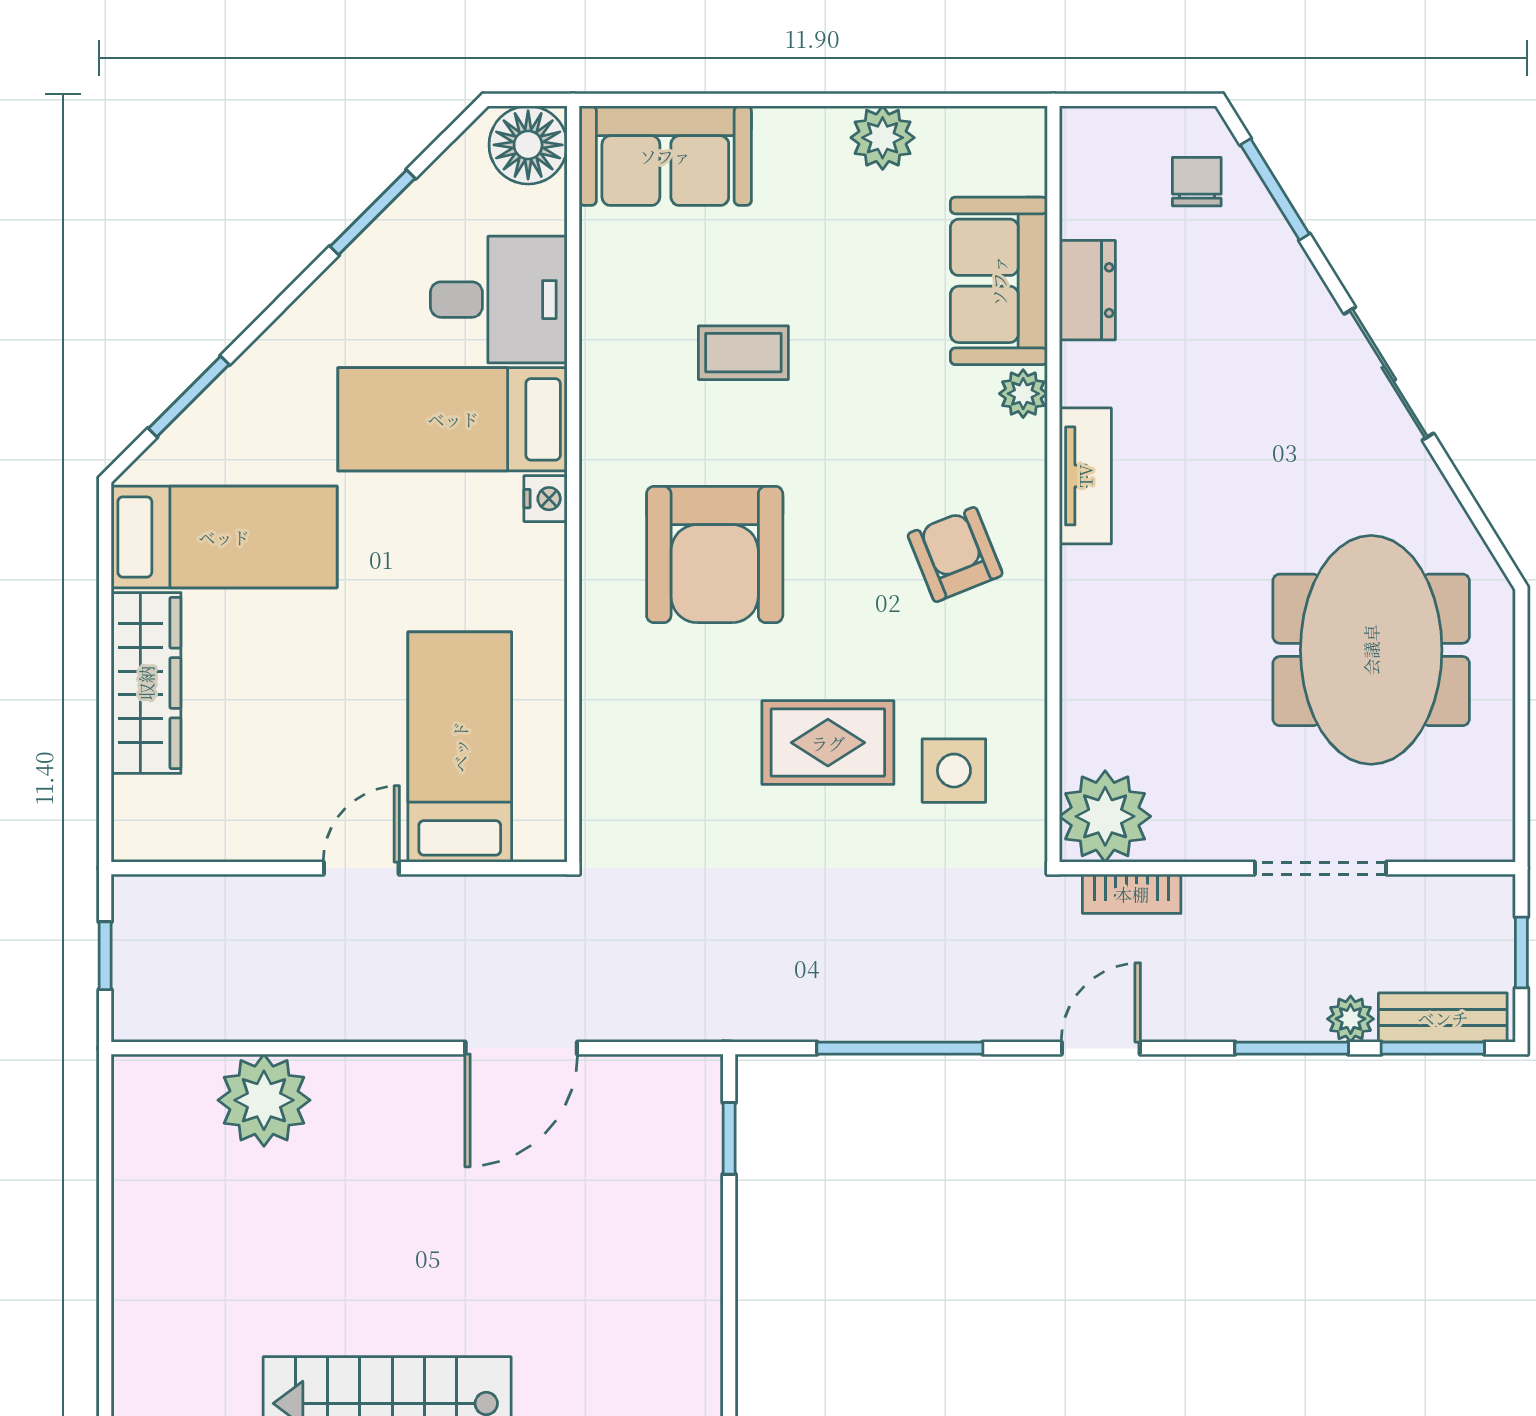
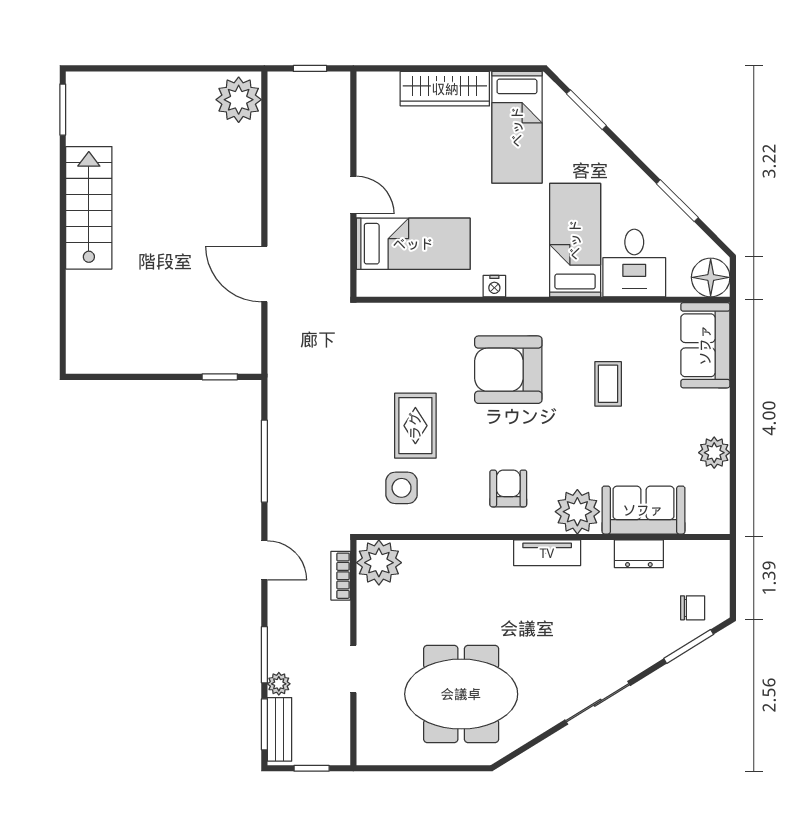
plant: (1023, 394) -> (577, 512), width x1.88, depth x1.88
nightstand: (546, 499) -> (494, 286), moved
armchair: (955, 555) -> (508, 488), turned -68
doorway: (1320, 868) -> (353, 669), width x0.73
plant: (264, 1100) -> (239, 100), moved

